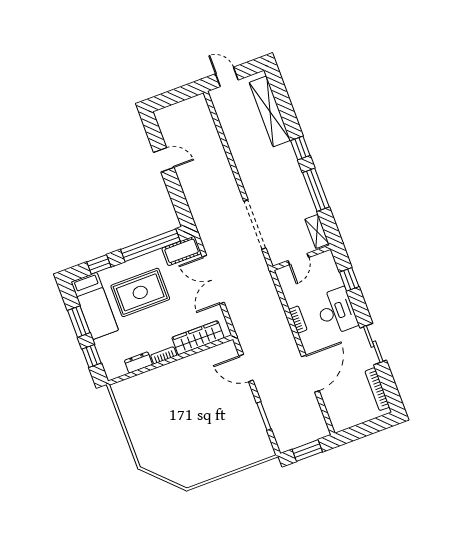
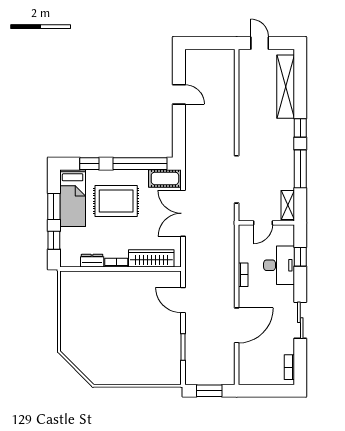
desk: (336, 311) -> (279, 265), moved
bookcase: (377, 389) -> (289, 367), width x0.64

